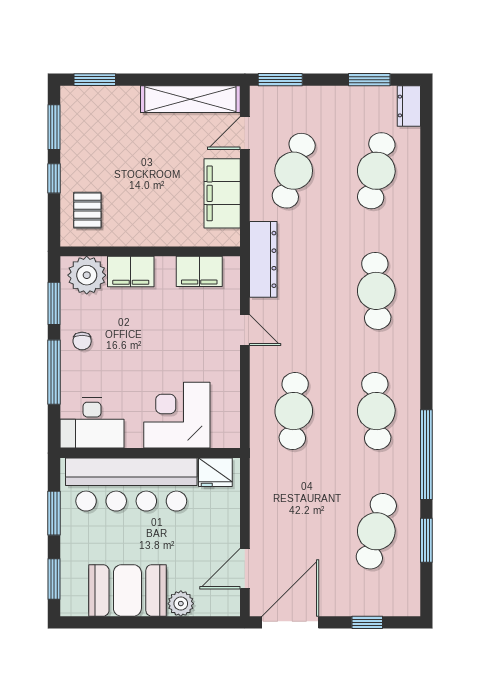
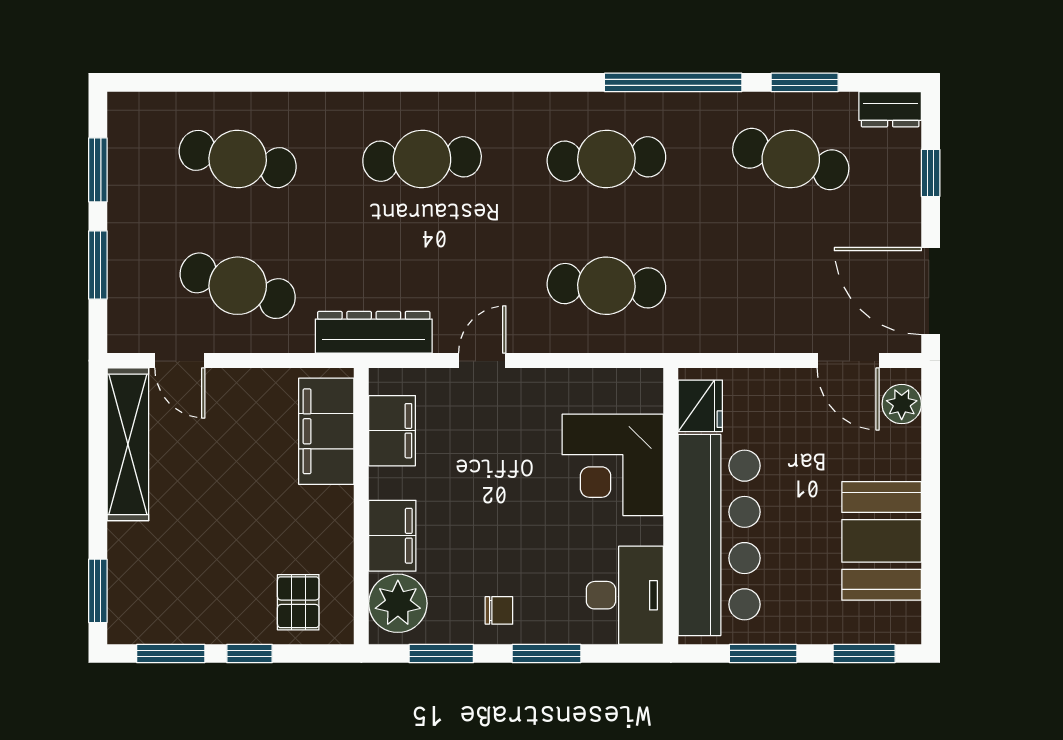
window: (280, 80) -> (98, 265), moved
dresser: (409, 106) -> (890, 109), moved
filing cabinet: (222, 193) -> (326, 431), moved, turned 90
pallet: (87, 210) -> (298, 602), turned 90
window: (54, 372) -> (547, 654), width x0.69
plant: (181, 604) -> (902, 404), moved

